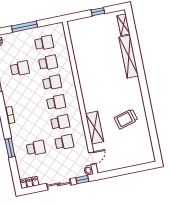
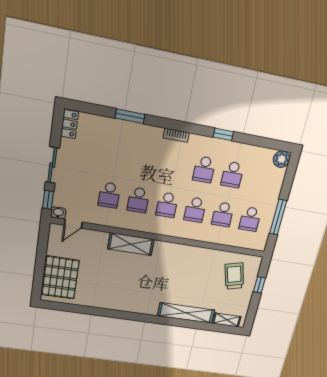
window: (98, 12) -> (259, 285), moved
window: (24, 27) -> (278, 217), moved
trolley: (126, 119) -> (234, 276), moved
shelving: (95, 128) -> (131, 244), moved
school desk: (36, 148) -> (204, 169), moved
pallet: (134, 153) -> (61, 278), added
door: (92, 158) -> (73, 224), hinge flipped

